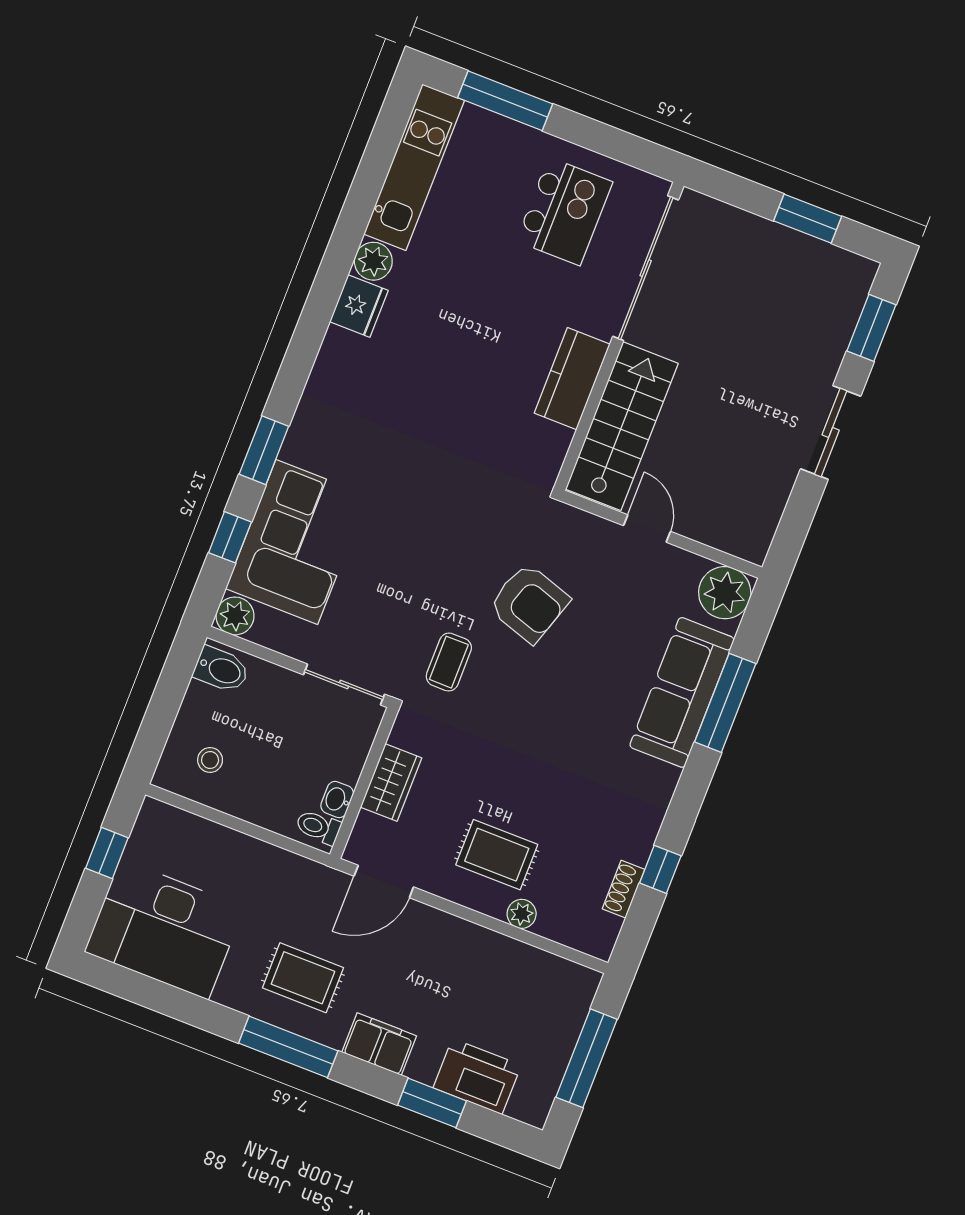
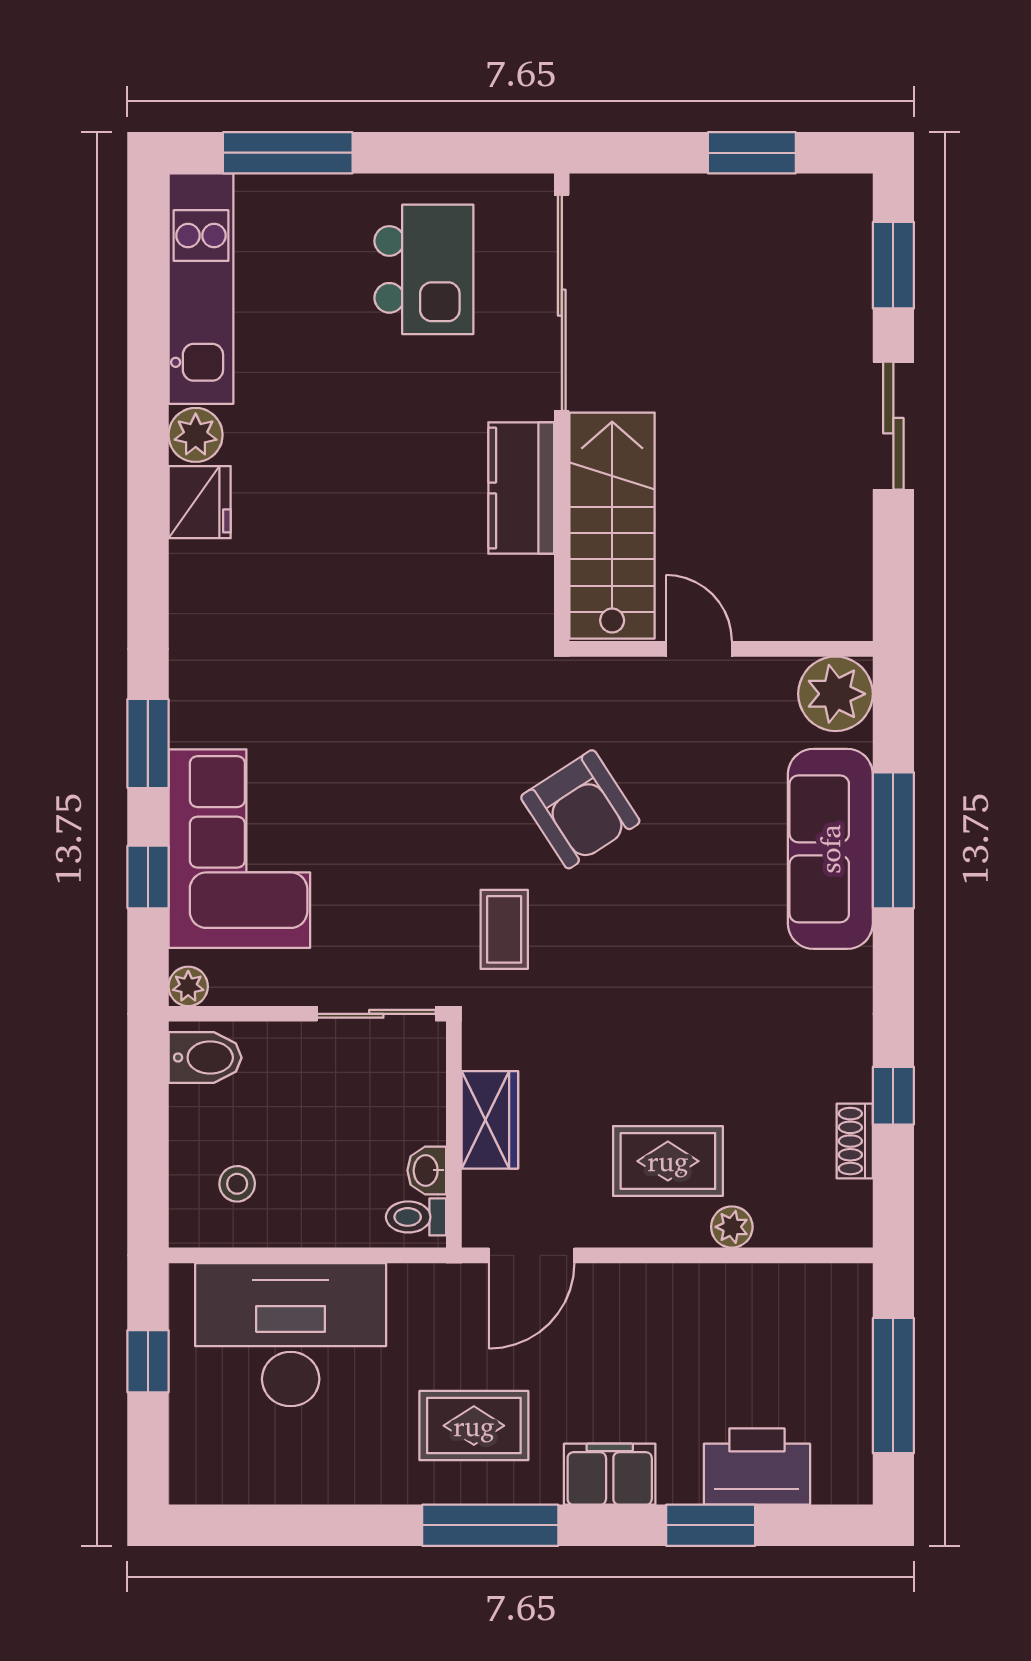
armchair: (529, 603) -> (580, 809), turned 39
plant: (235, 616) -> (188, 986), width x0.73, depth x0.73
desk: (164, 929) -> (291, 1335), moved, turned 180

